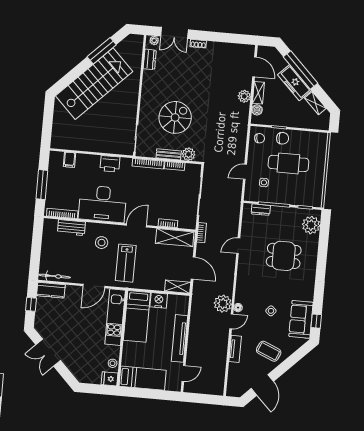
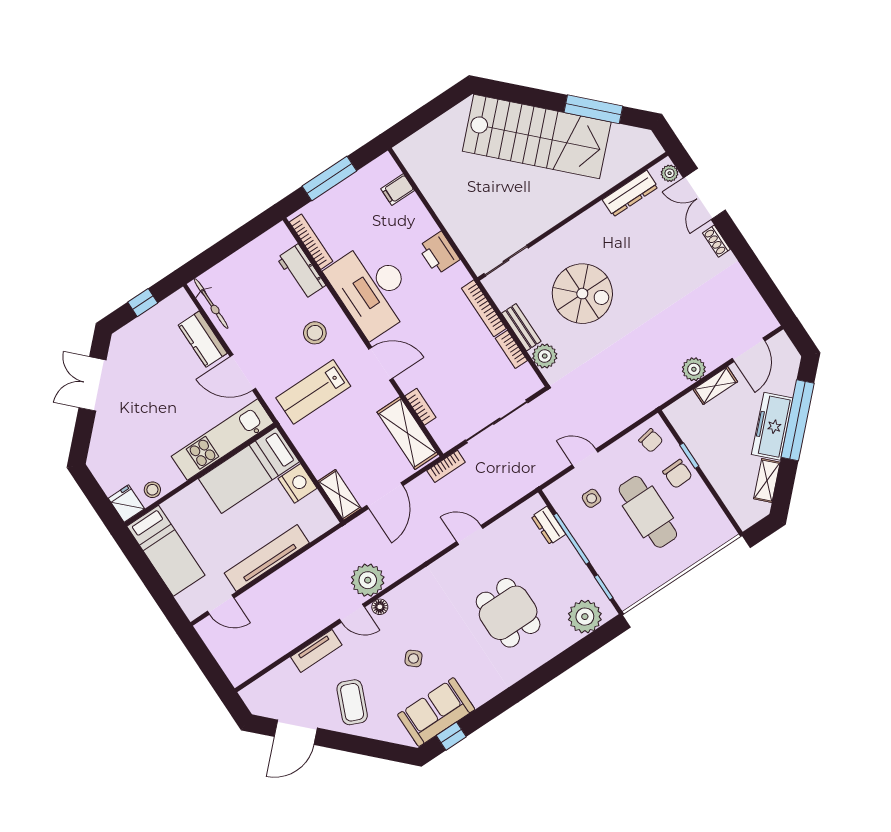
dresser: (150, 59) -> (630, 193), width x1.44
boiler: (257, 110) -> (689, 404), removed
kitchen counter: (51, 290) -> (203, 339), moved

